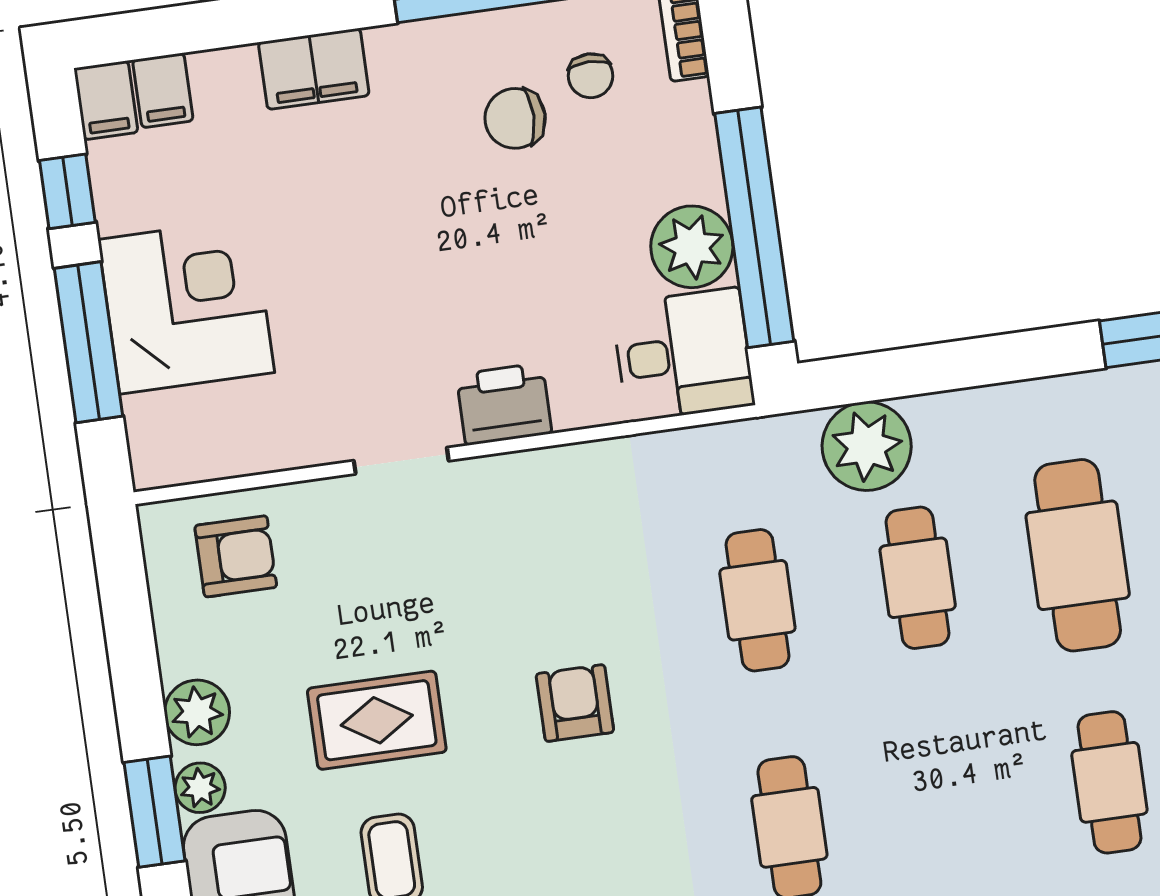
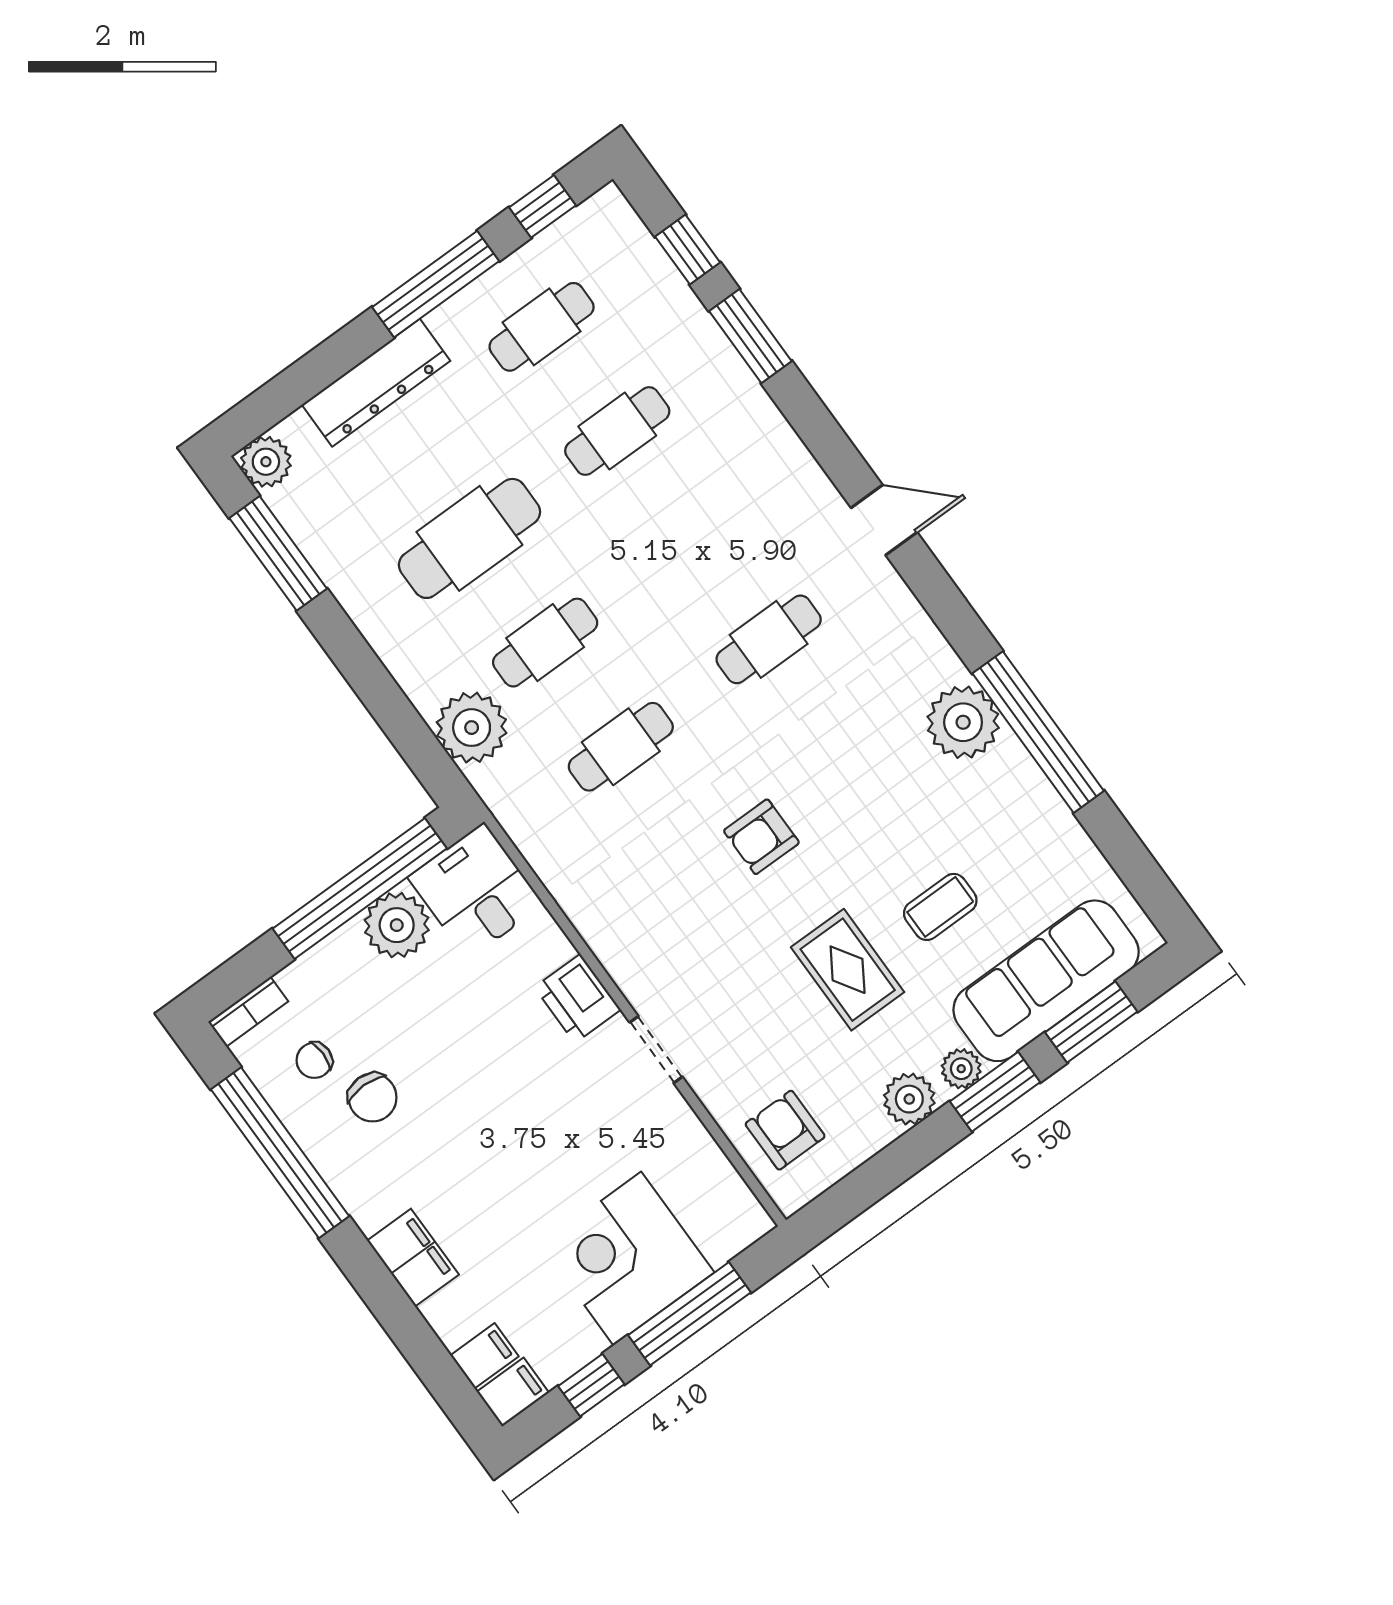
chair: (591, 76) -> (314, 1060), turned 180

